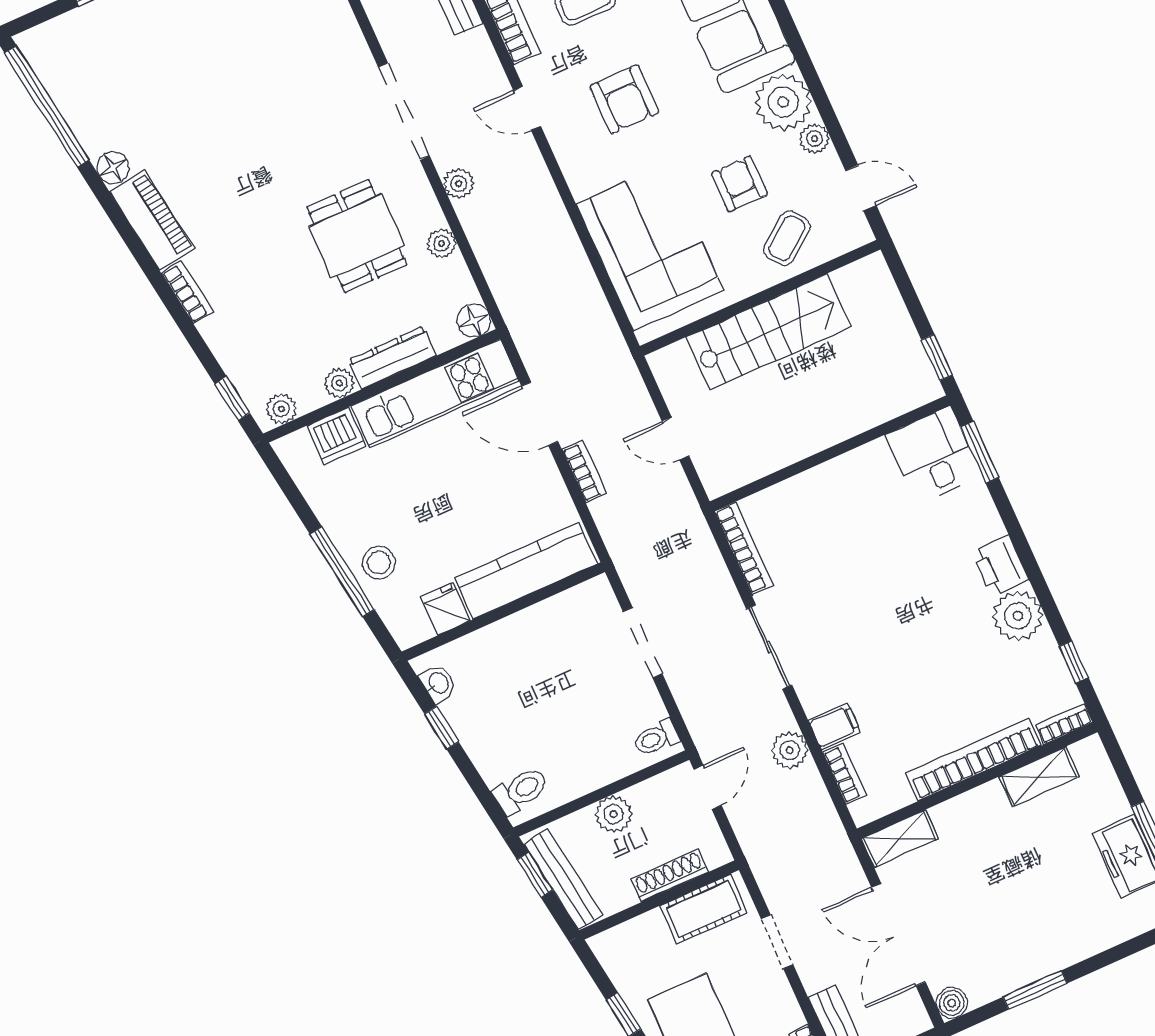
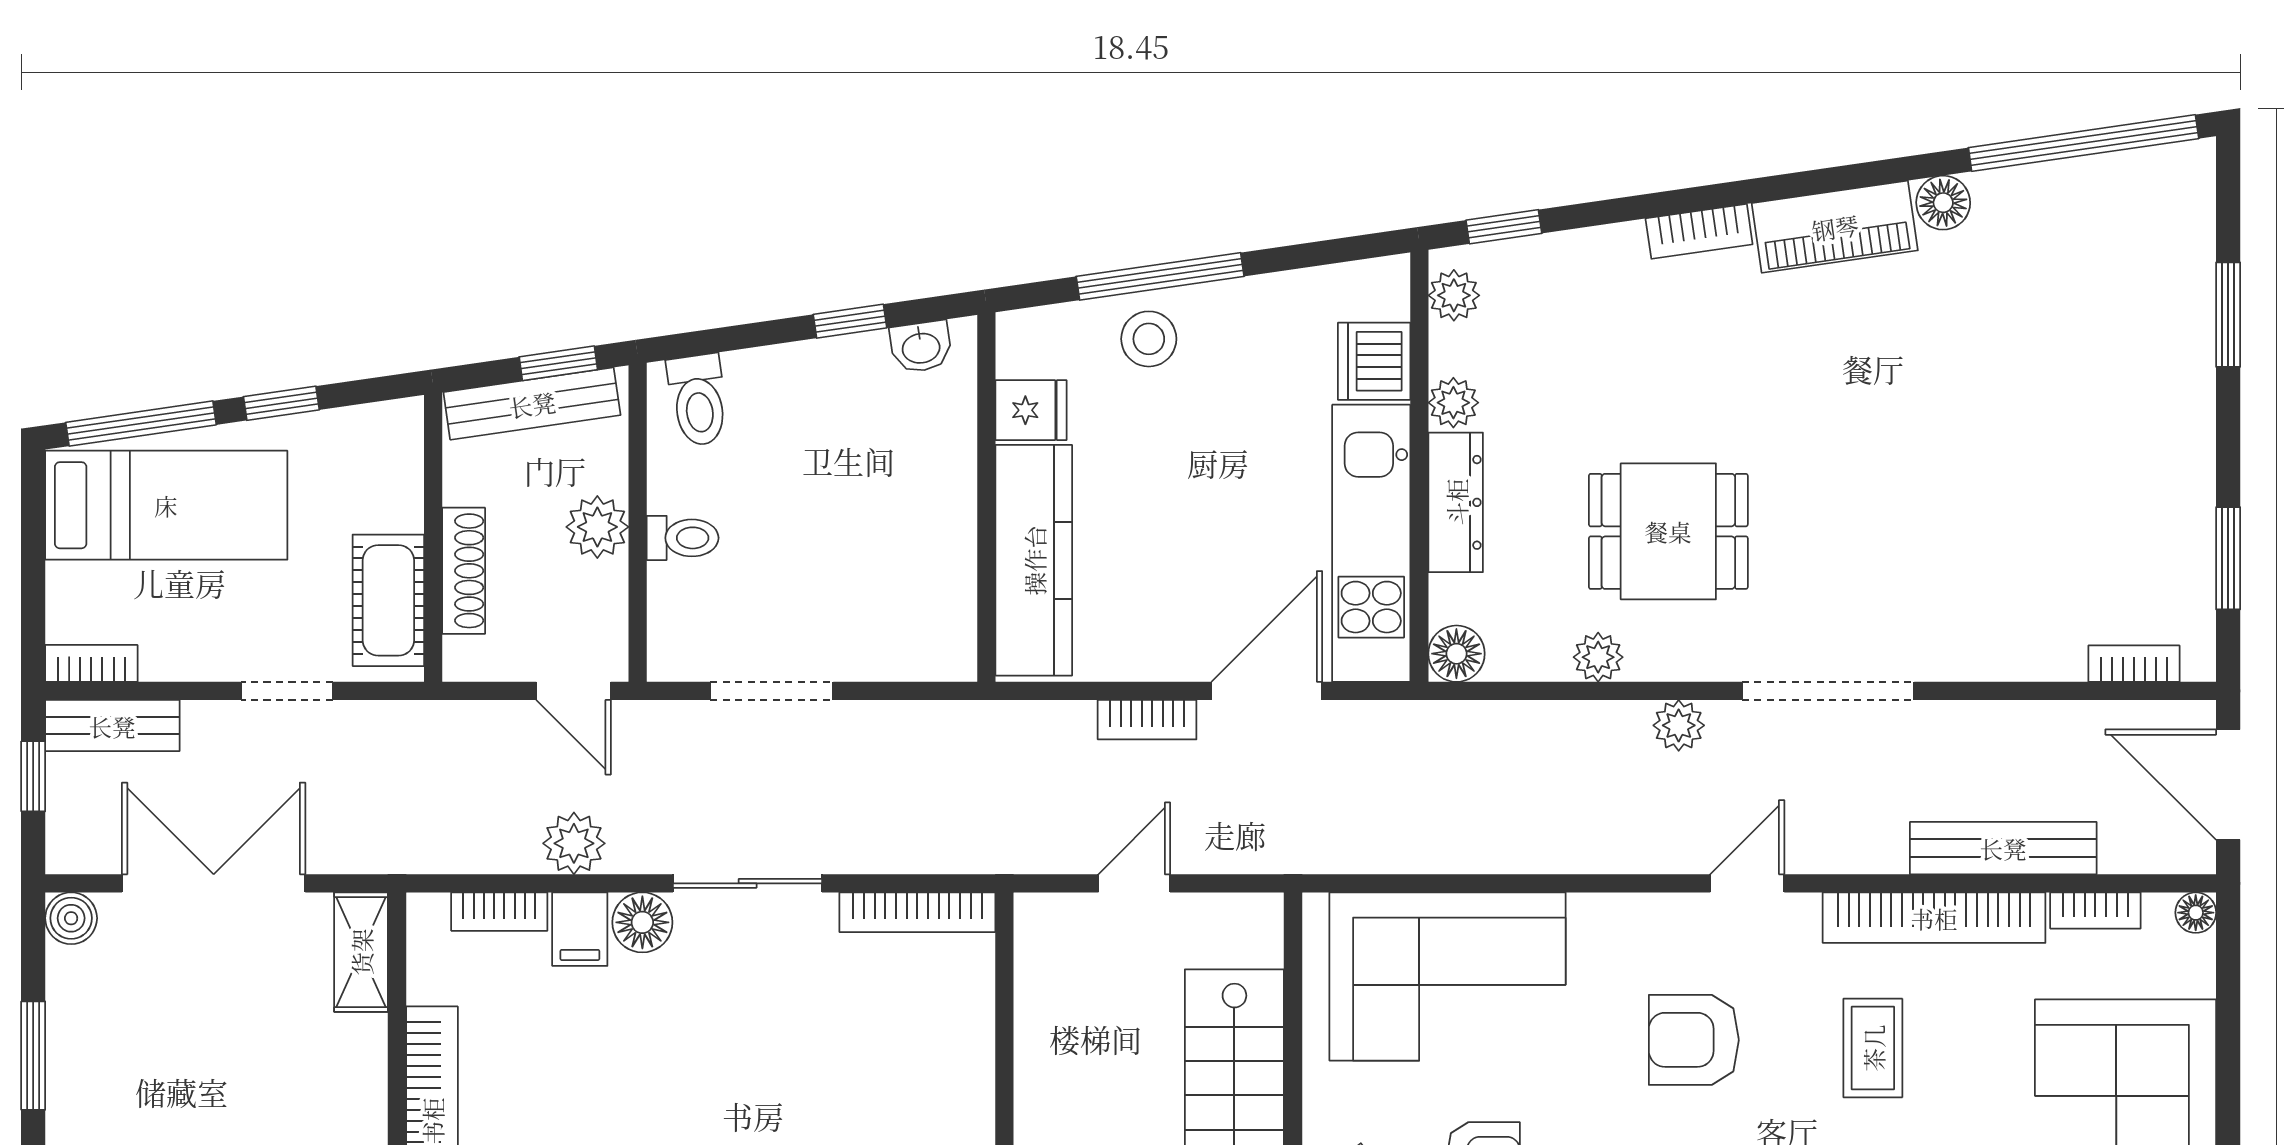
doorway: (643, 643) -> (772, 691), moved
floor lamp: (816, 694) -> (642, 922), added
toilet: (656, 738) -> (683, 538), moved, turned 90

